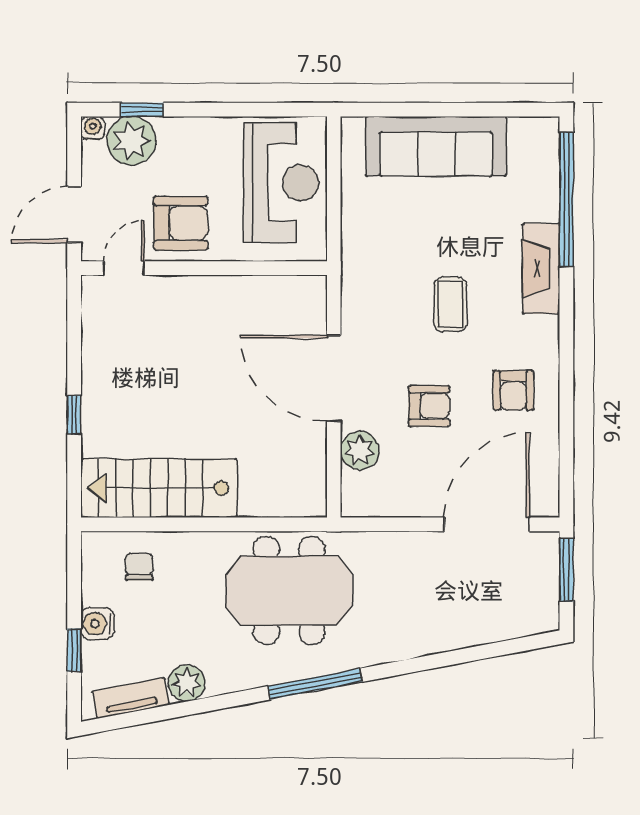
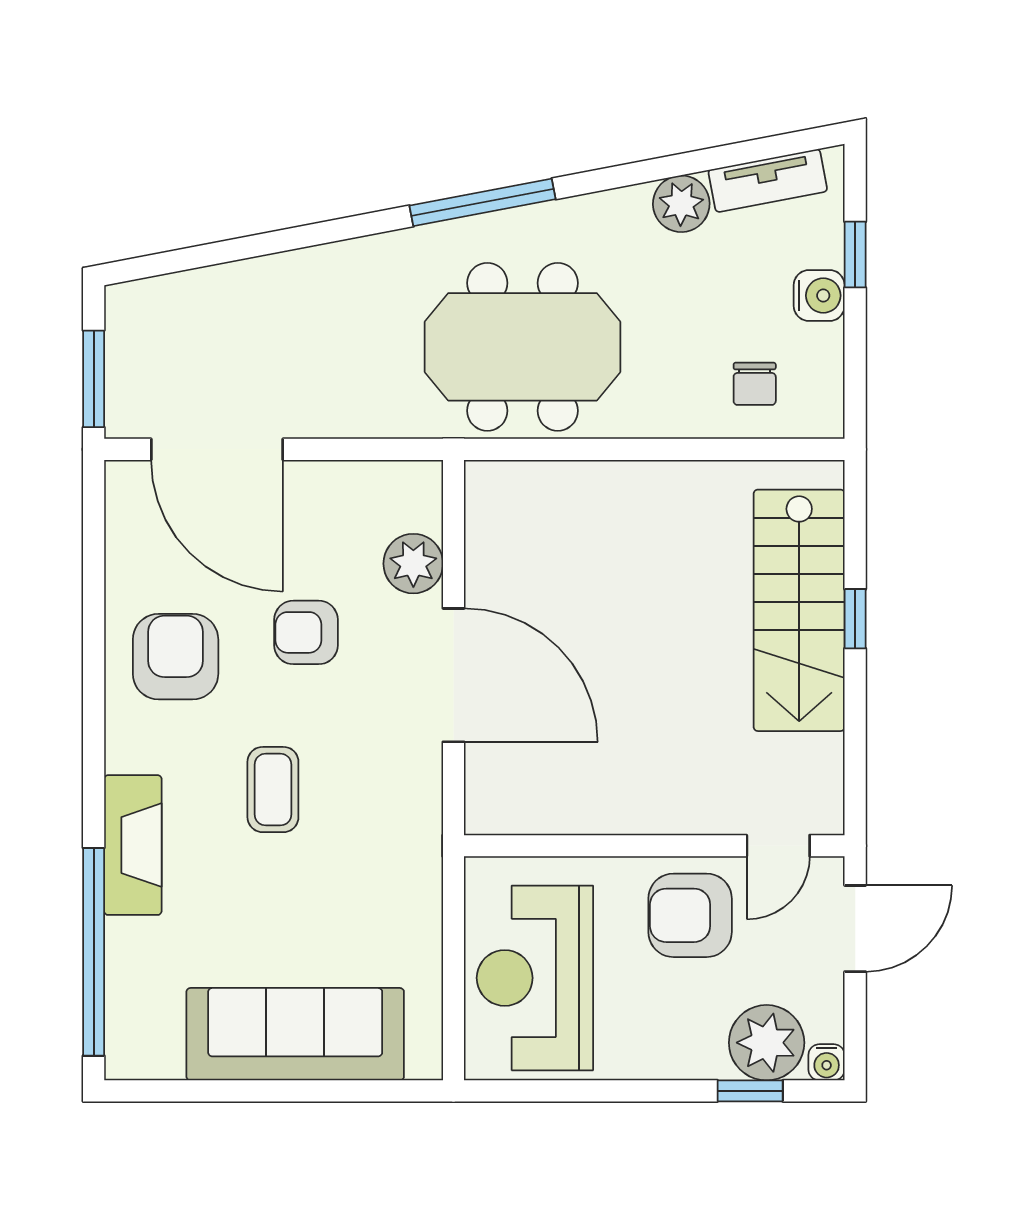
armchair: (513, 390) -> (176, 657), width x1.38, depth x1.38
stairs: (159, 488) -> (799, 610), moved, turned 90
door: (487, 524) -> (217, 449), hinge flipped

